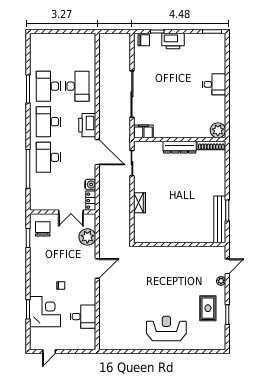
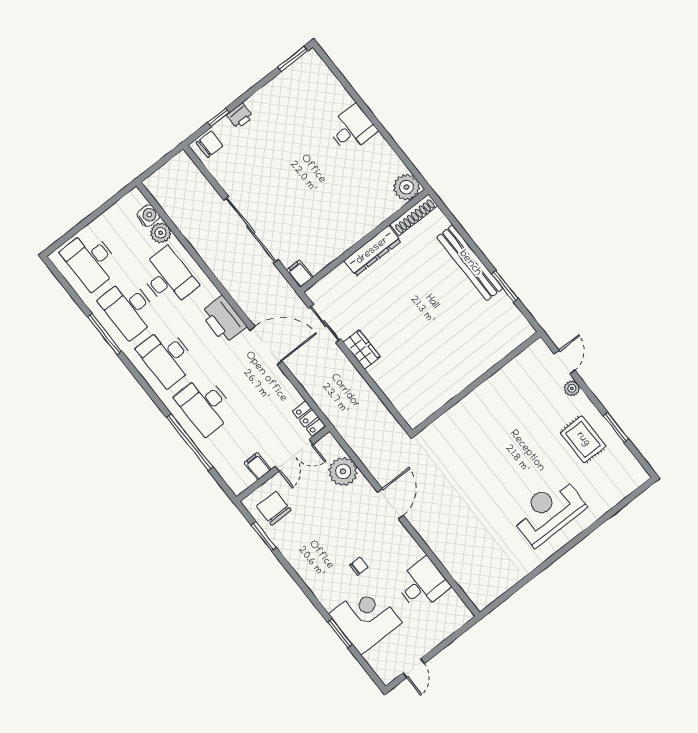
printer: (173, 41) -> (240, 116), width x0.53, depth x0.68
desk: (48, 51) -> (91, 260), added
plant: (90, 63) -> (161, 233), added
filing cabinet: (143, 131) -> (300, 274), width x0.50
water cooler: (90, 184) -> (148, 216), moved
wardrobe: (139, 203) -> (362, 349), moved
filing cabinet: (50, 204) -> (258, 466), added
bench: (220, 219) -> (470, 263), moved

